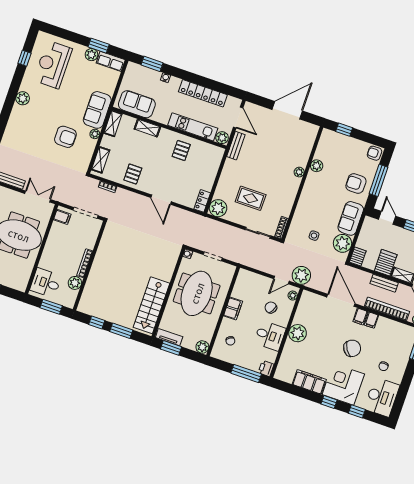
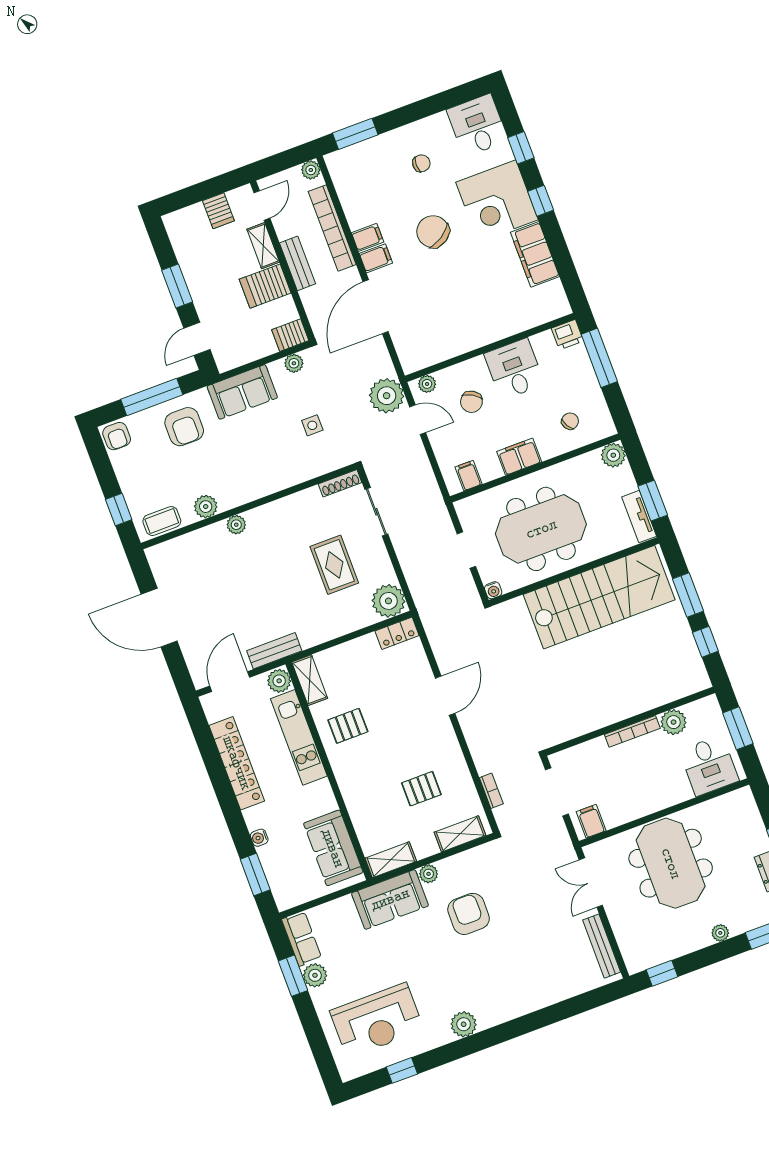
shelving: (147, 128) -> (310, 680), moved
coffee table: (325, 143) -> (162, 521), added
pallet: (133, 174) -> (421, 789), moved
plant: (343, 243) -> (294, 363), width x0.53, depth x0.53
filing cabinet: (242, 282) -> (468, 476), added
stairs: (152, 305) -> (599, 597), width x1.36, depth x1.51
plant: (298, 333) -> (477, 331), removed
desk: (382, 397) -> (477, 125), width x0.73

